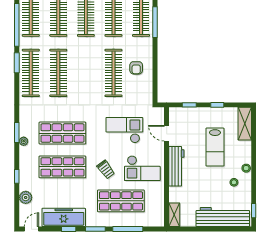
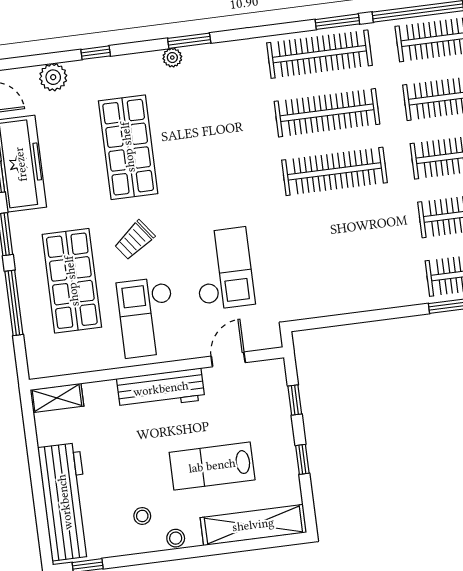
armchair: (136, 68) -> (359, 277), removed
clothes rail: (113, 73) -> (334, 171), moved
shelving: (245, 124) -> (253, 525), width x1.47
shop shelf: (62, 133) -> (200, 138), removed

